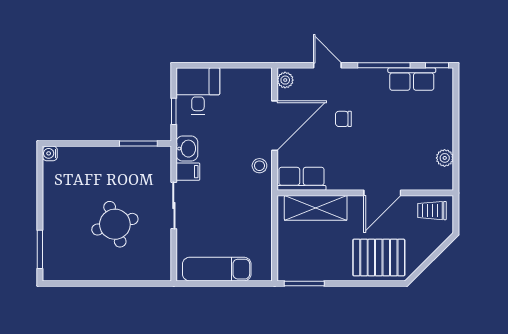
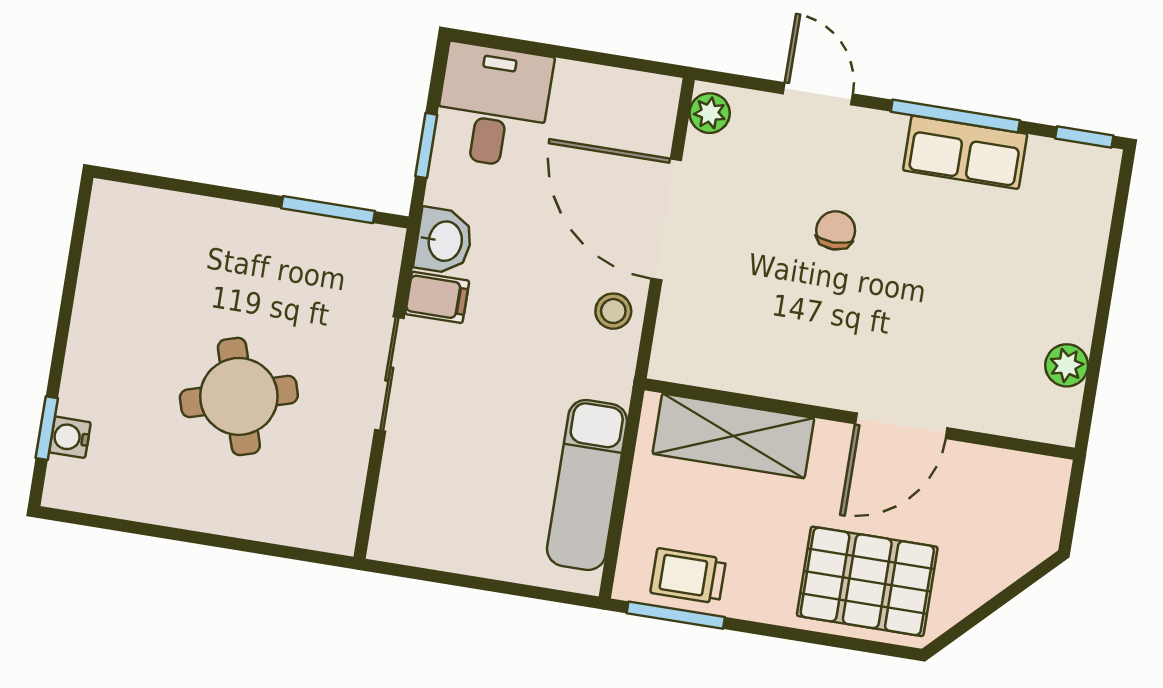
row of seats: (412, 79) -> (965, 152), moved
chair: (343, 119) -> (836, 230), turned 90
door: (275, 126) -> (666, 219), swing flipped
water cooler: (50, 153) -> (70, 437), moved
row of seats: (301, 179) -> (710, 360), removed
trolley: (432, 211) -> (688, 576), moved
window: (40, 249) -> (47, 428), width x0.67
exam couch: (217, 269) -> (587, 485), moved, turned -90

